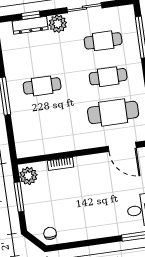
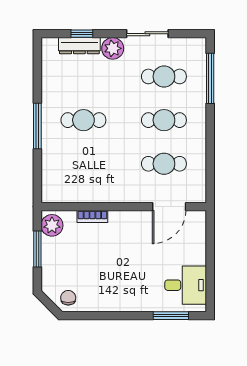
cafe table: (113, 112) -> (164, 164), width x0.73, depth x0.74
door: (122, 147) -> (169, 207), hinge flipped

